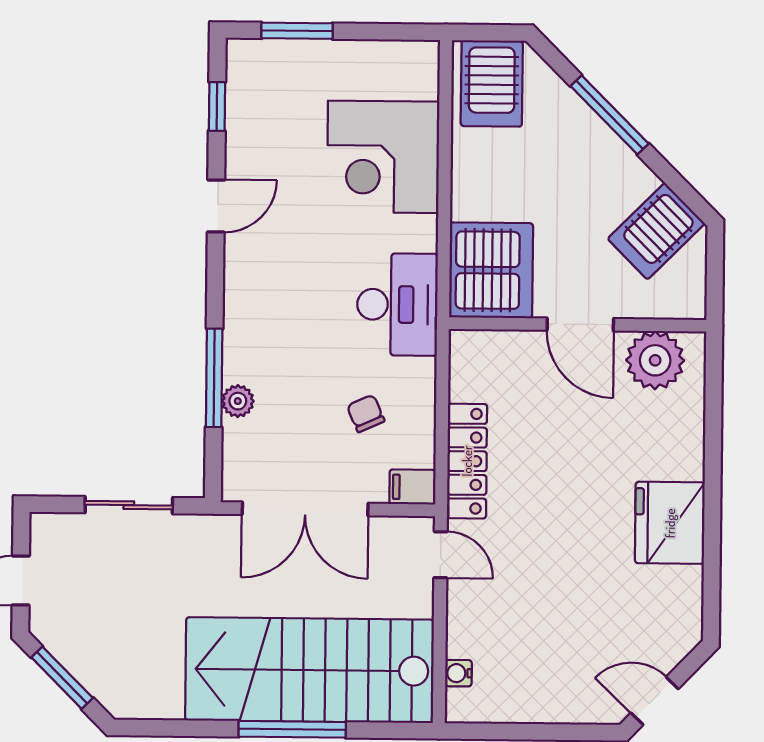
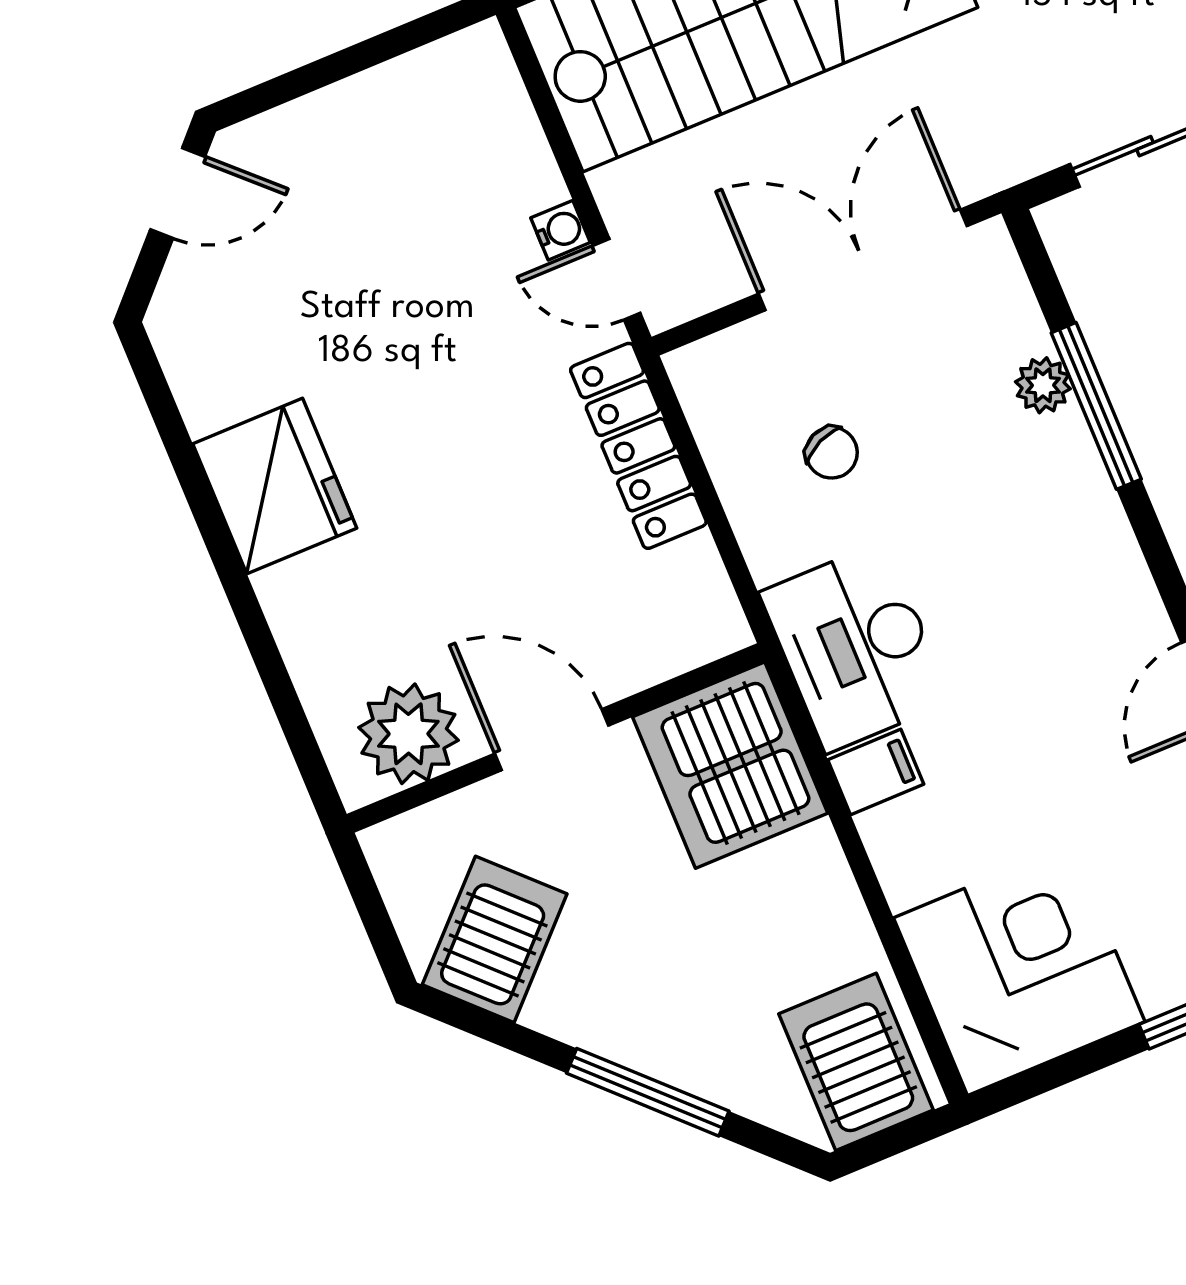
corner desk: (383, 157) -> (1019, 970), moved
filing cabinet: (412, 487) -> (876, 772), moved
water cooler: (458, 673) -> (560, 230), moved

